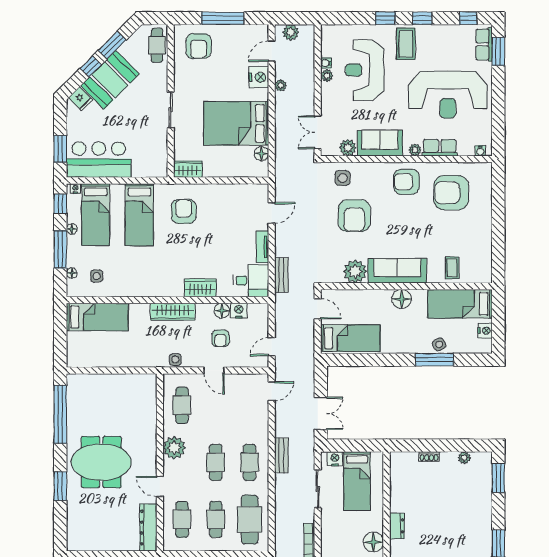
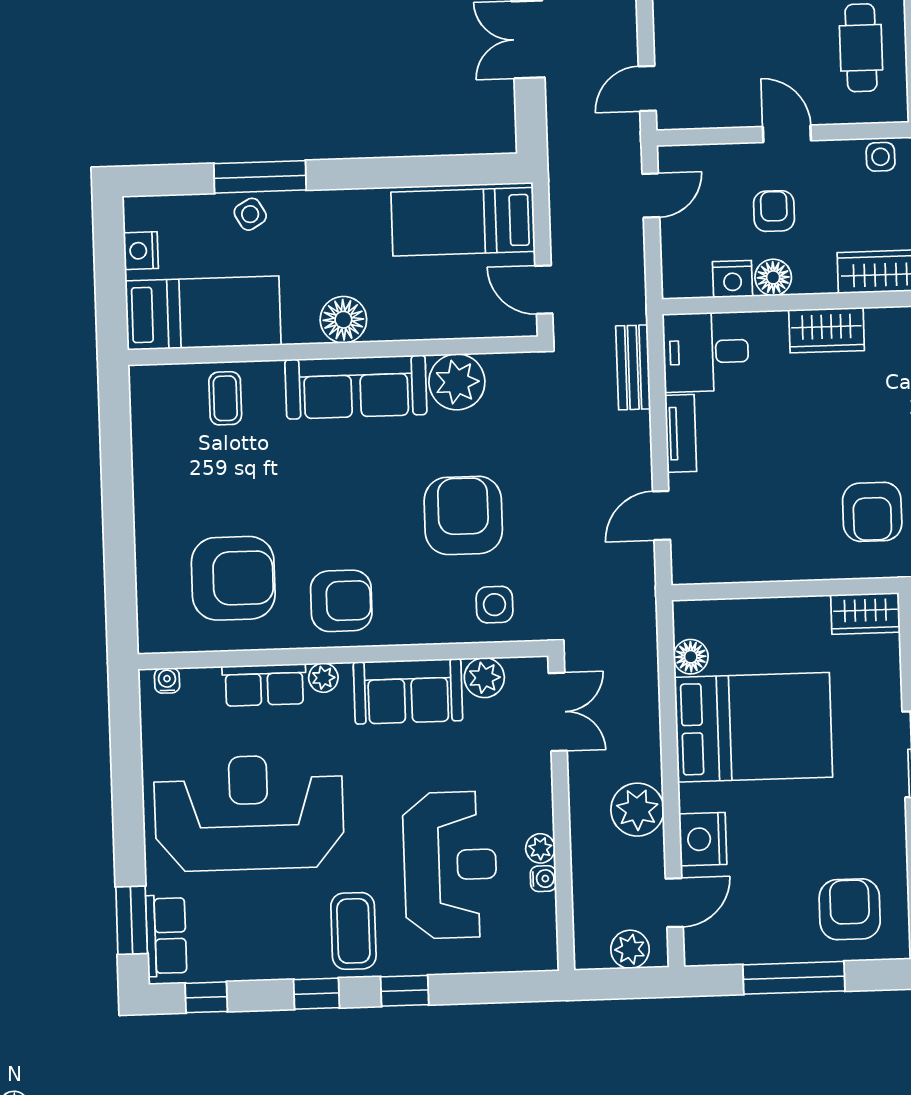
plant: (281, 85) -> (637, 810), width x1.88, depth x1.88

